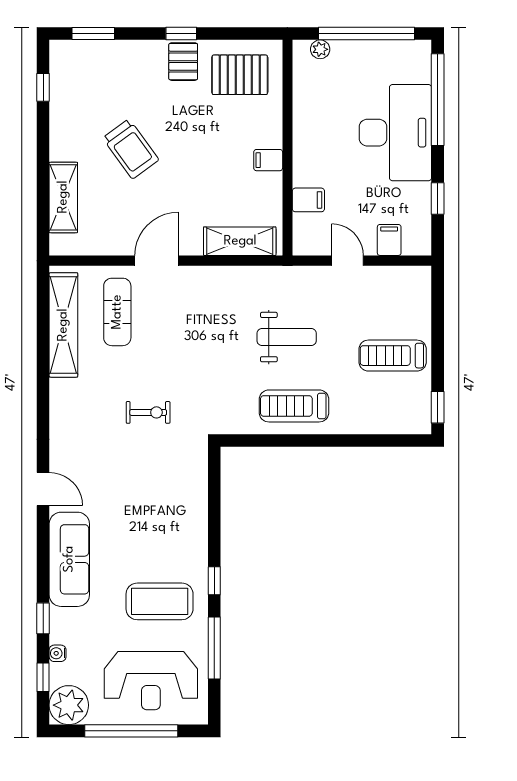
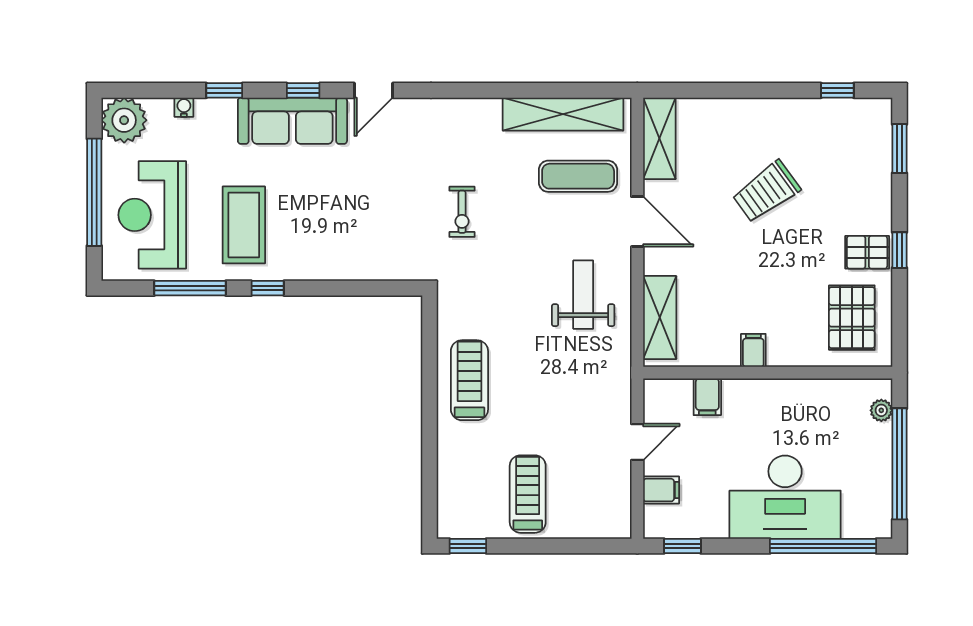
shelving: (63, 197) -> (659, 138), moved, turned 90
window: (438, 199) -> (682, 546), moved
weight bench: (287, 337) -> (583, 295), moved, turned 180
window: (43, 677) -> (303, 90), moved

